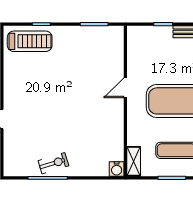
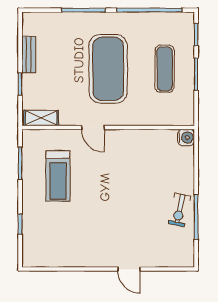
treadmill: (30, 41) -> (58, 176), moved, turned 180
shelving: (134, 161) -> (41, 118), moved
exercise bike: (53, 163) -> (179, 210), turned -151

